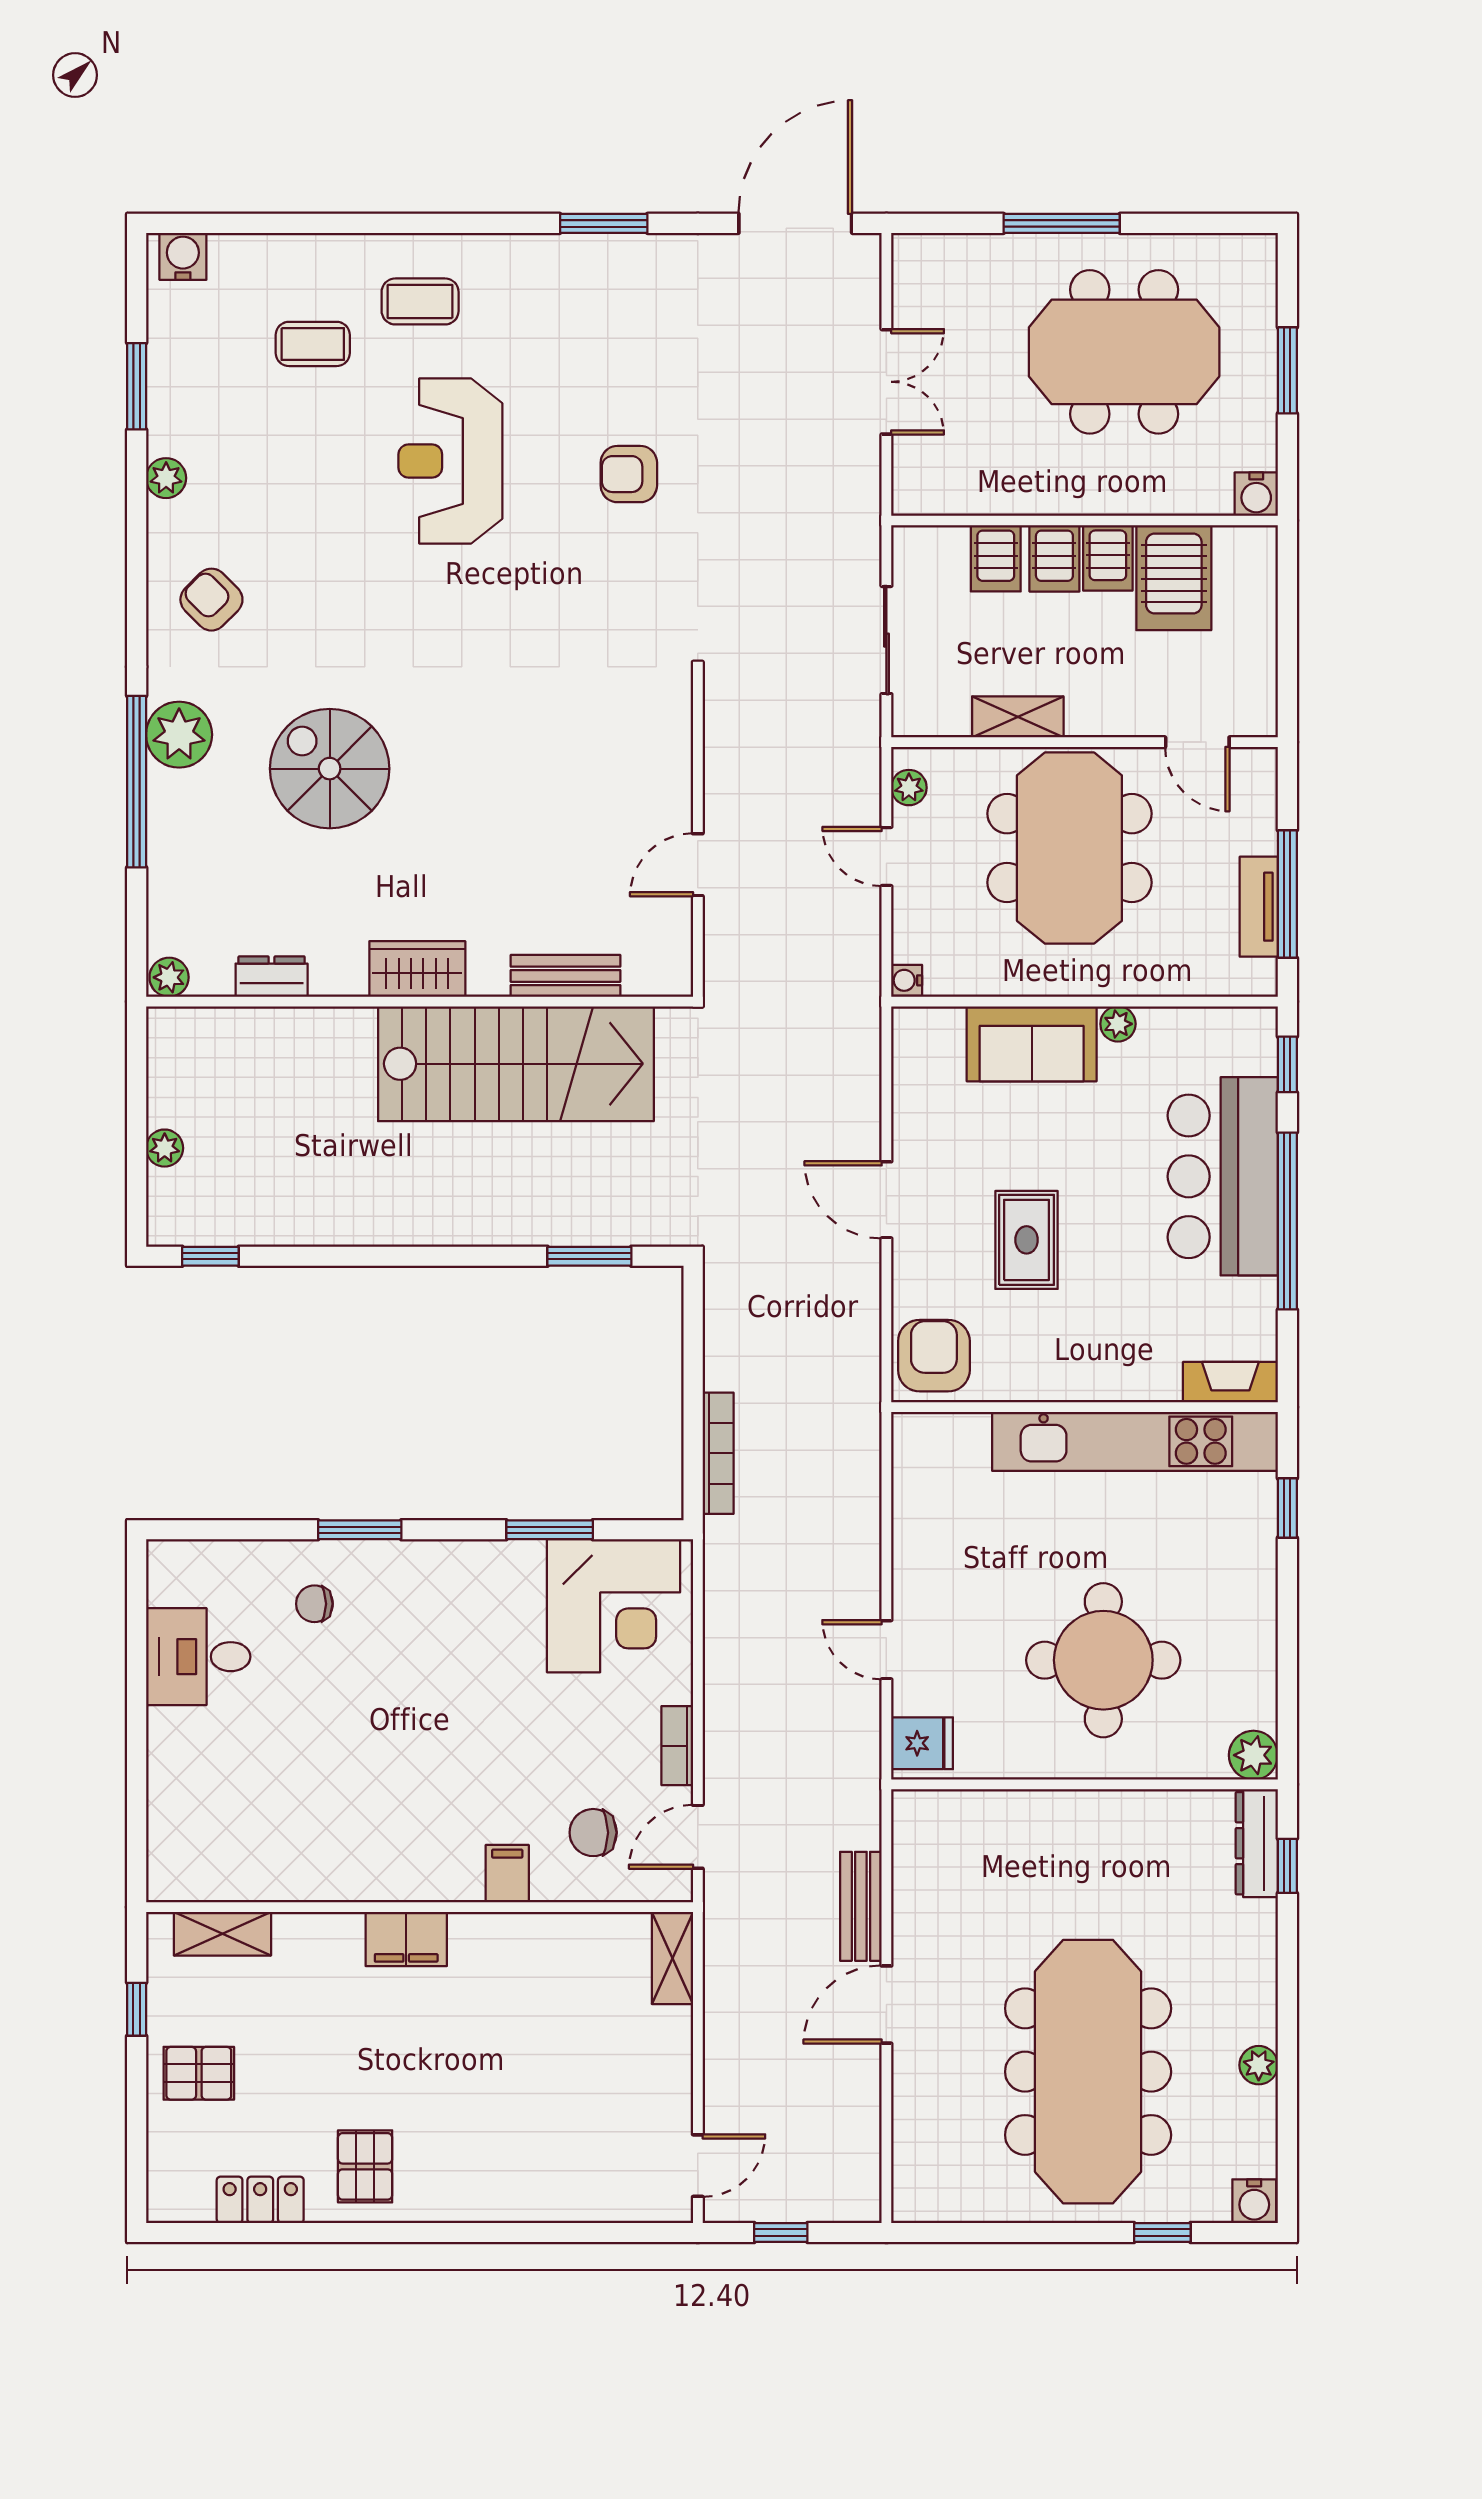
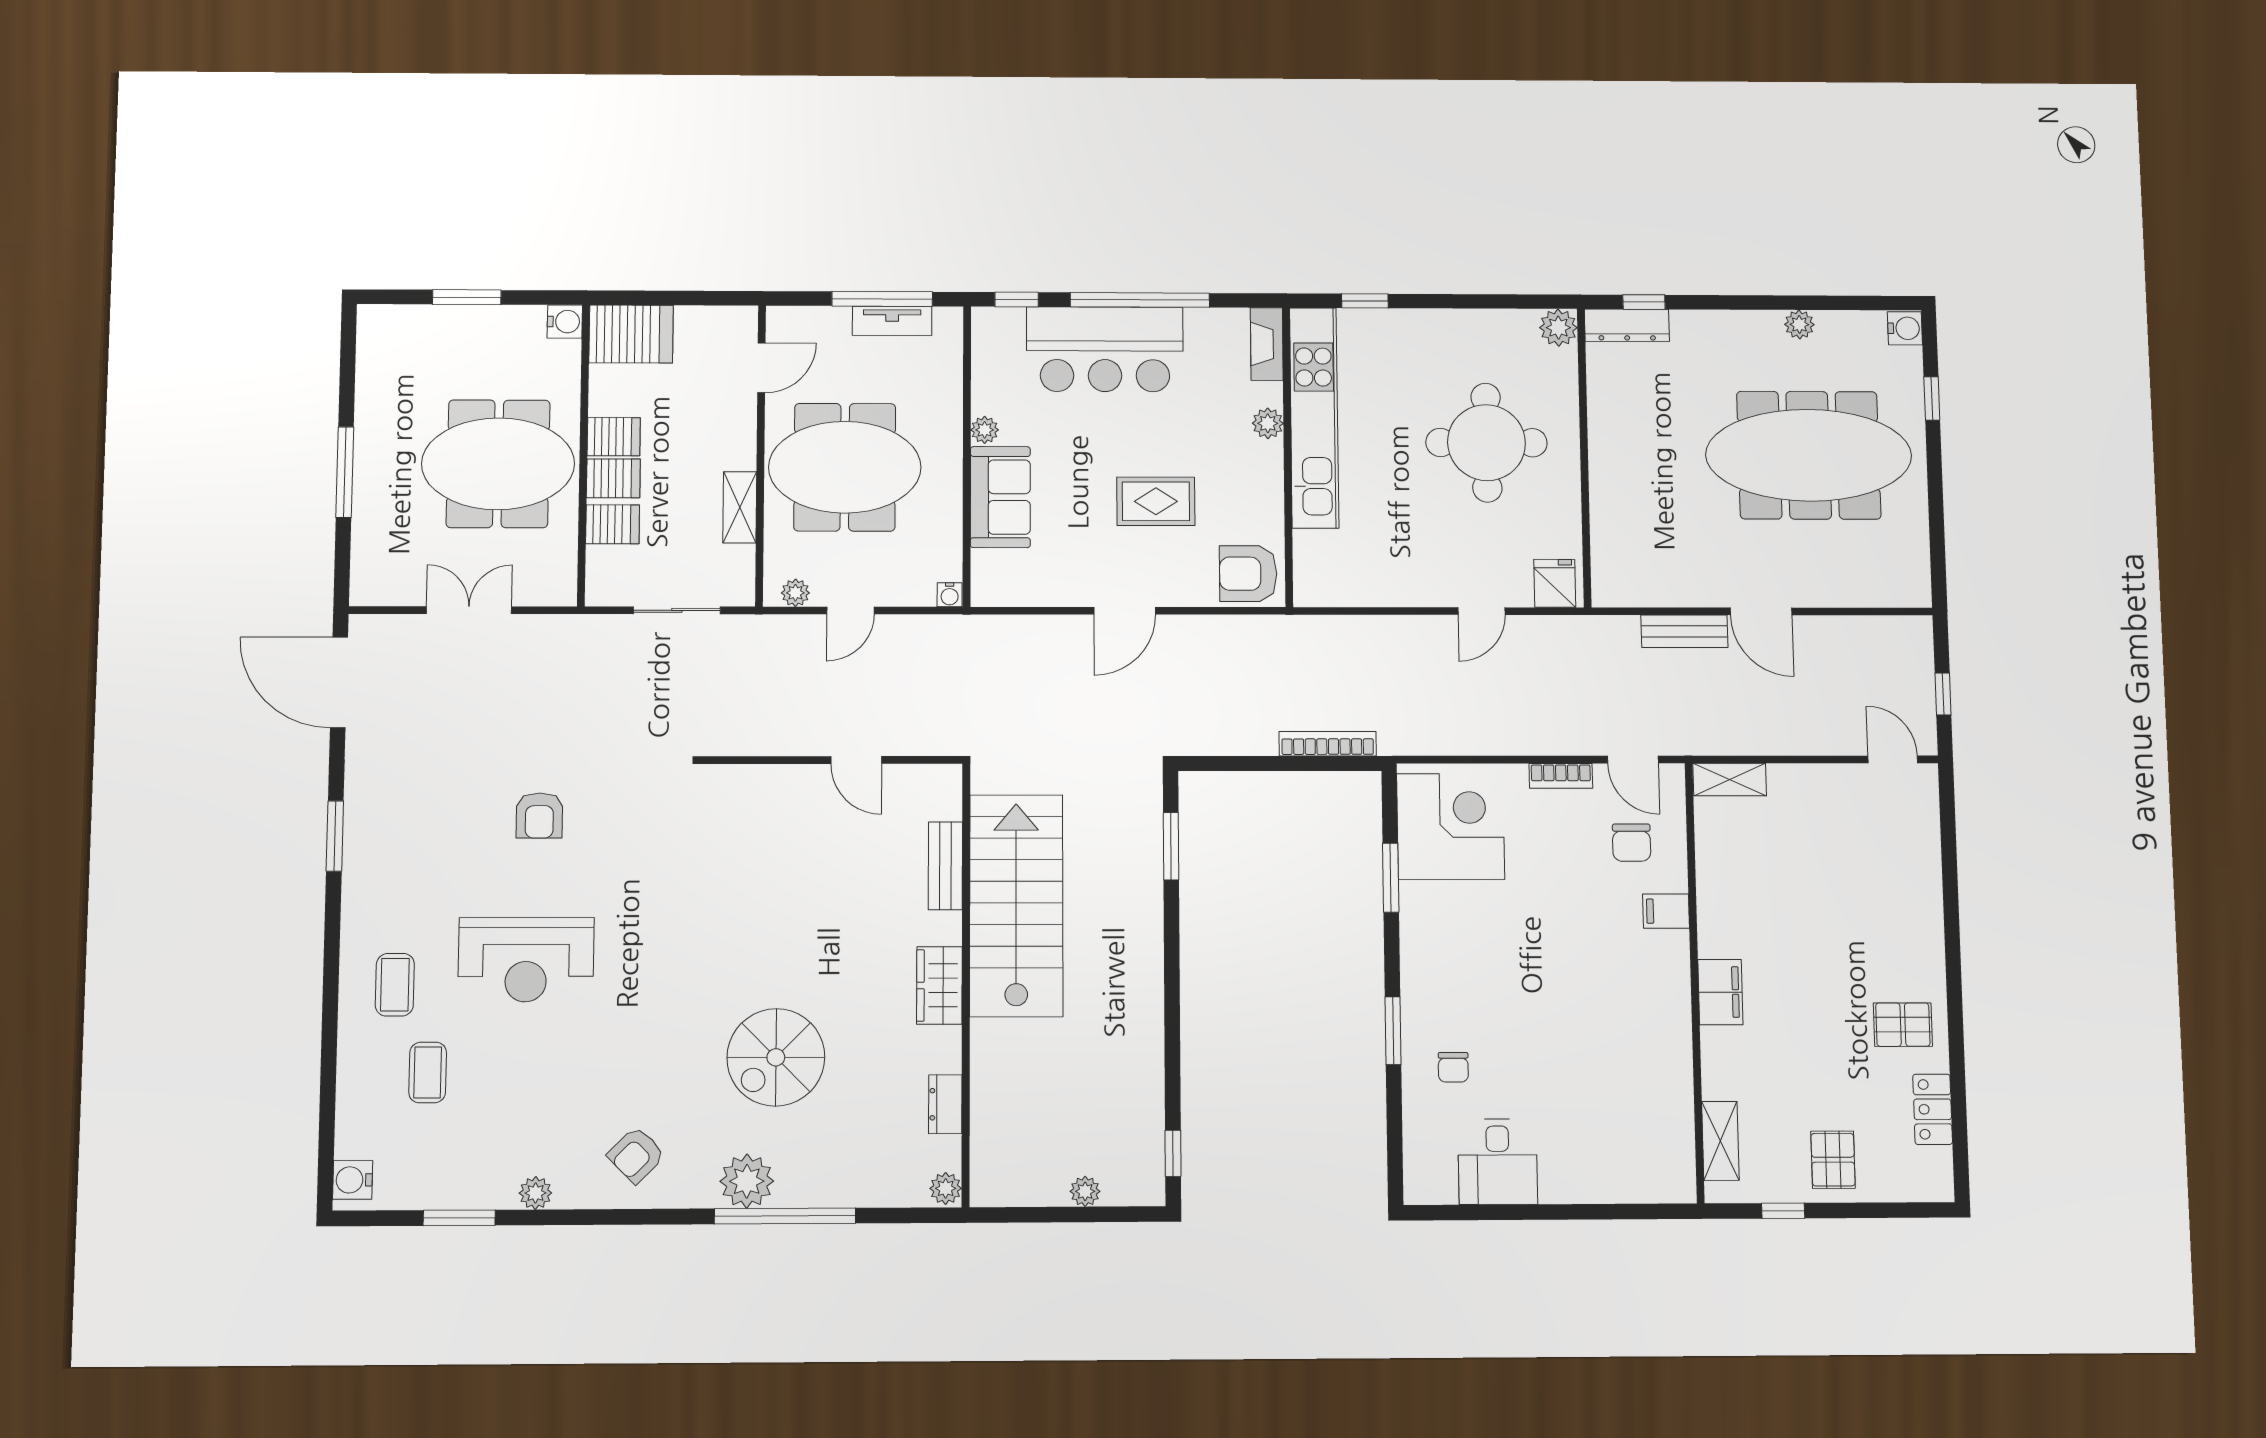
meeting table: (1124, 352) -> (498, 464), moved, turned 90
server rack: (1174, 578) -> (631, 334), moved
plant: (1128, 1382) -> (1268, 423), added

